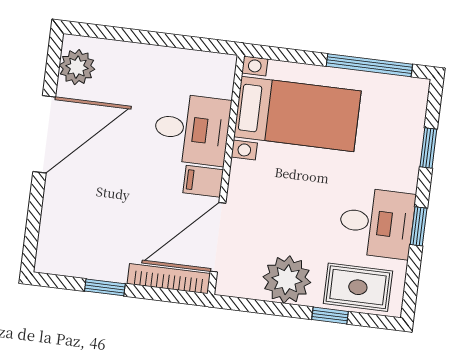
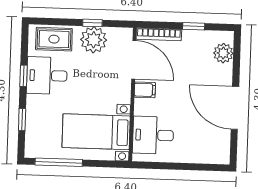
plant: (77, 67) -> (223, 53), moved
desk: (192, 129) -> (153, 135), moved
door: (44, 134) -> (235, 108), hinge flipped
door: (218, 237) -> (134, 60), hinge flipped
window: (330, 315) -> (92, 23), moved

